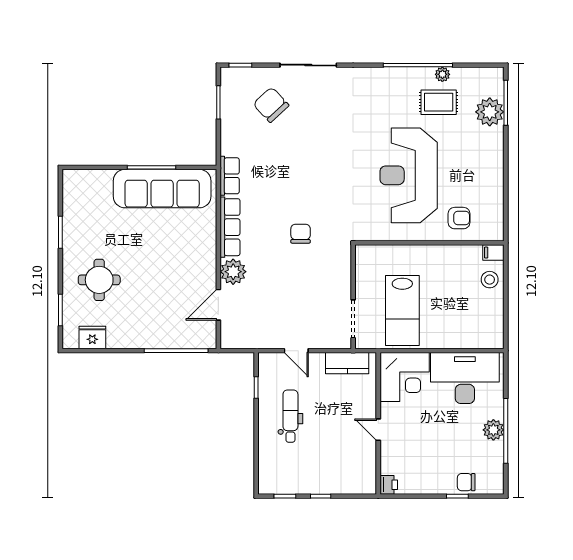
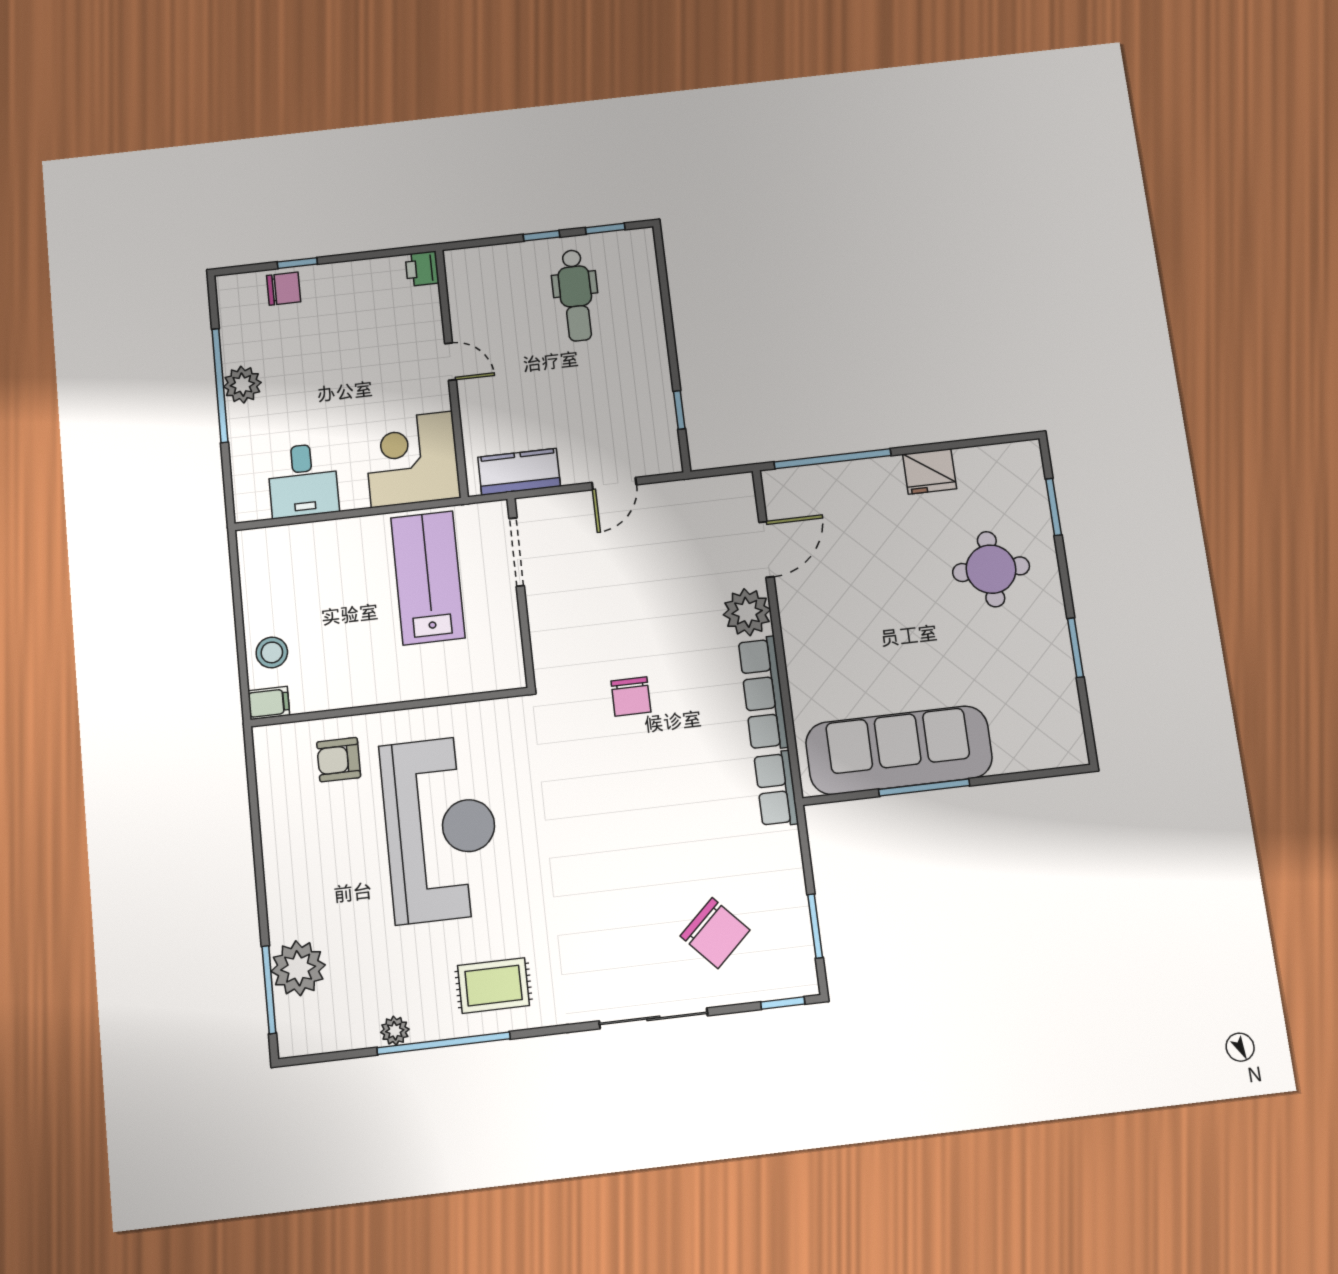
rug: (439, 102) -> (494, 985), moved
fridge: (92, 337) -> (930, 471), moved
door: (296, 351) -> (614, 484), swing flipped
desk: (465, 378) -> (303, 480), width x0.53, depth x0.77
dental chair: (290, 416) -> (576, 295), moved

